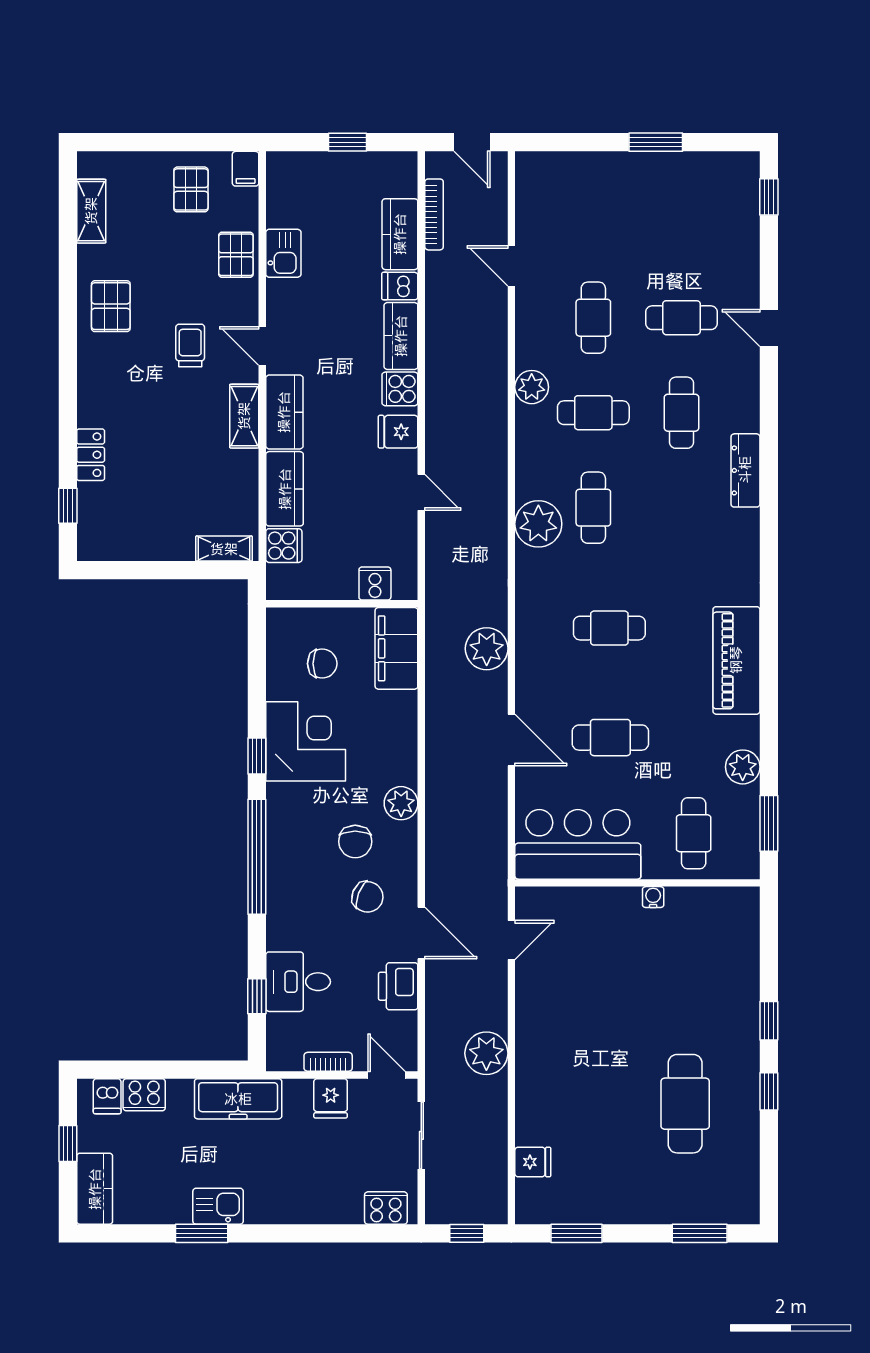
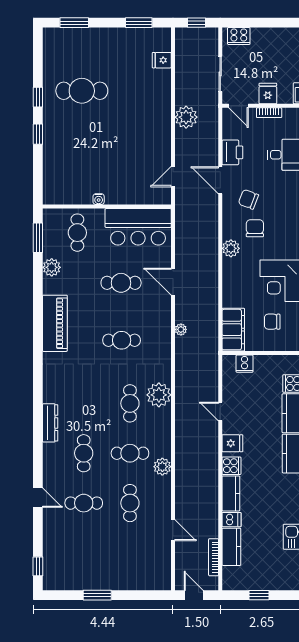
plant: (487, 649) -> (181, 329), width x0.53, depth x0.53
cafe table: (685, 1104) -> (82, 91), turned 90

